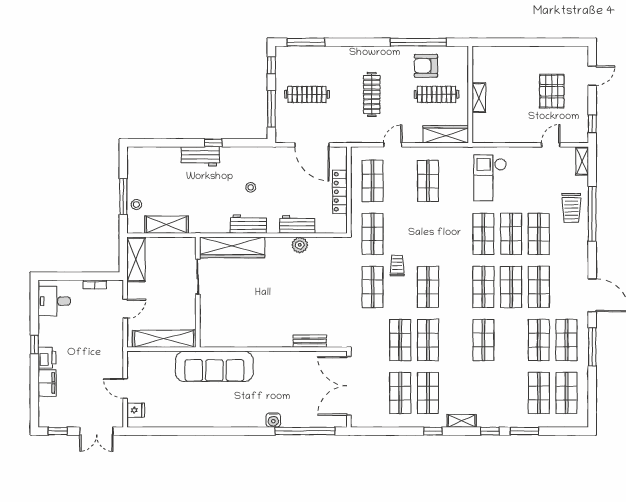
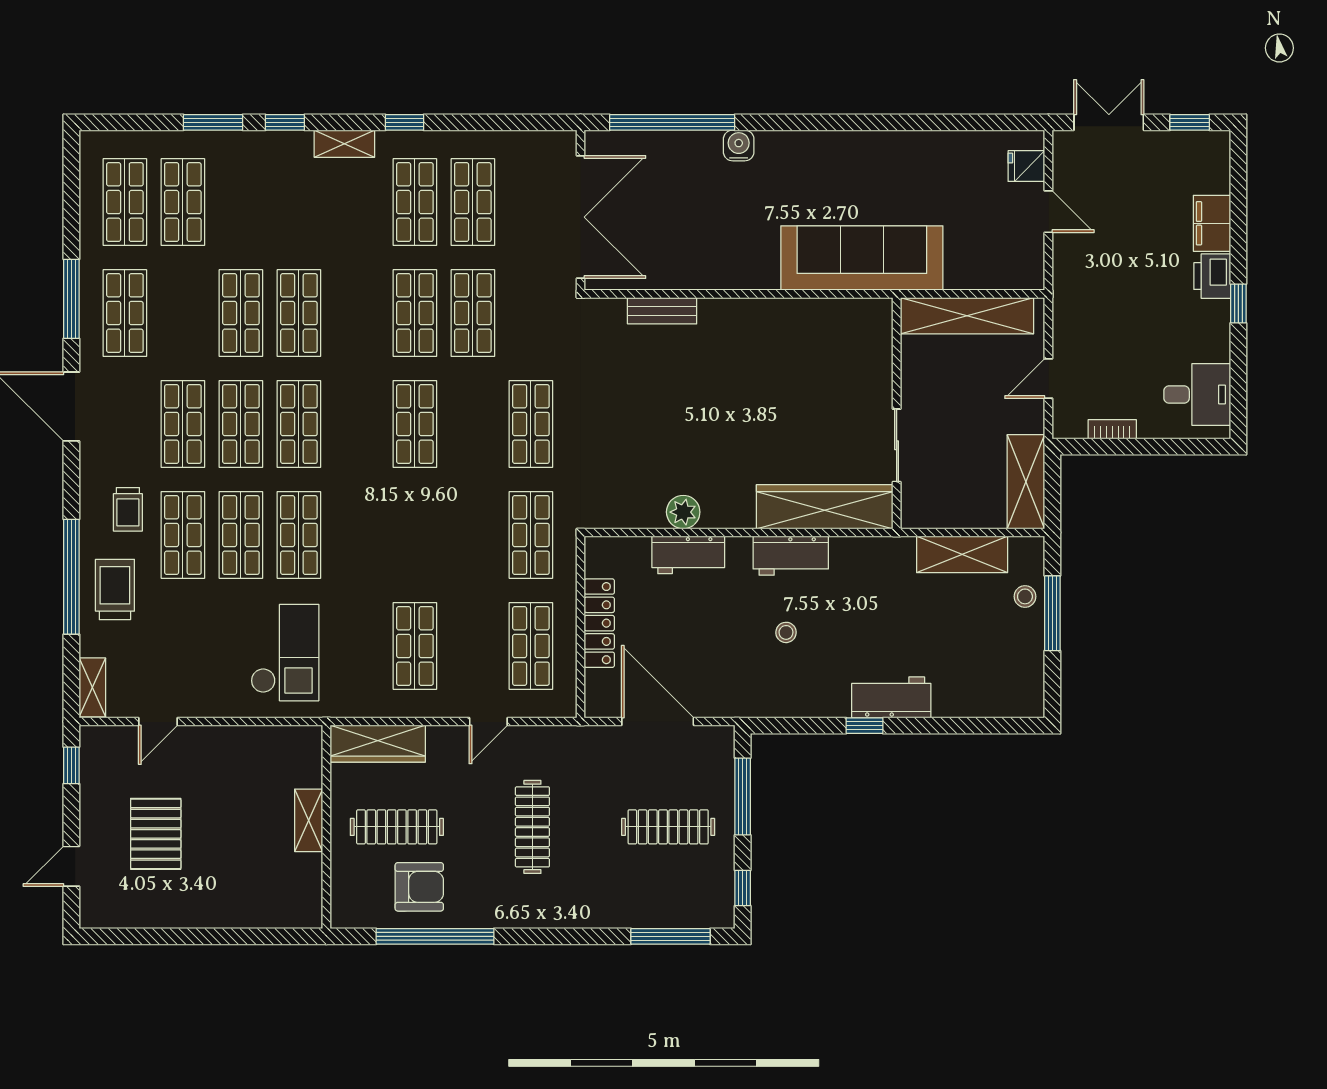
trolley: (397, 266) -> (128, 509), moved
shop shelf: (539, 340) -> (241, 313), moved

